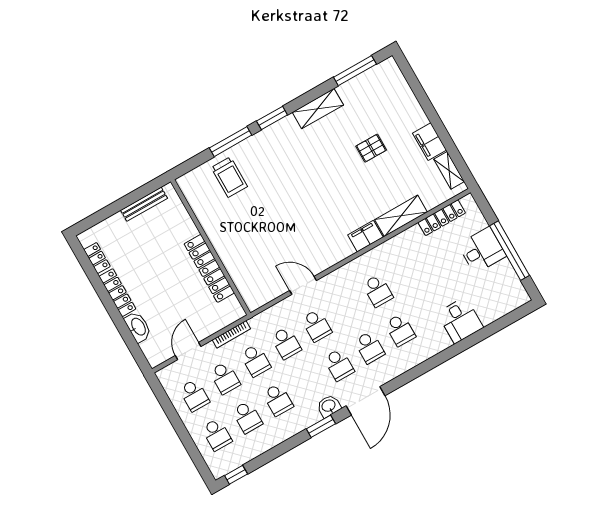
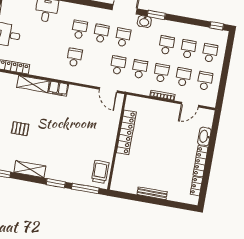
wall: (211, 247) -> (117, 142), moved
locker: (209, 268) -> (126, 132), moved

